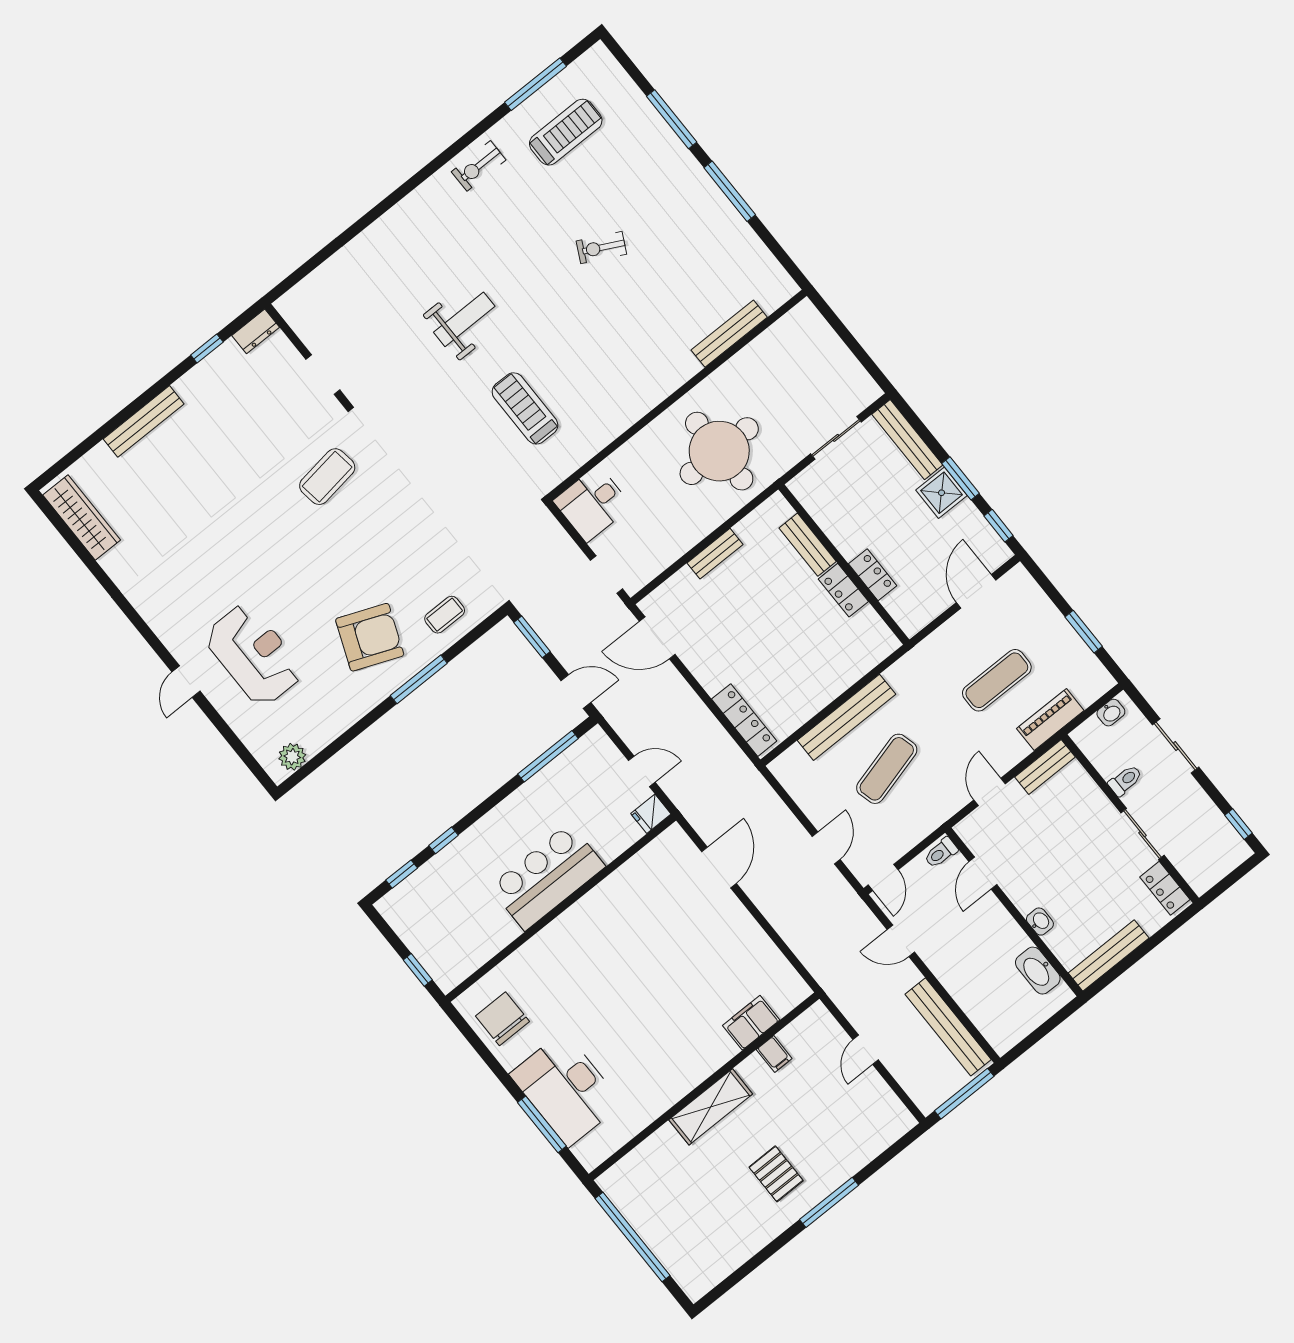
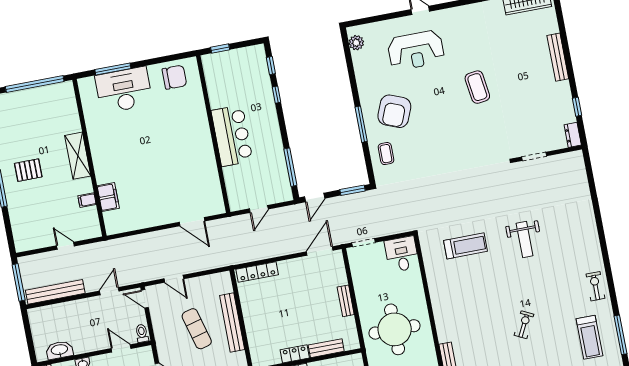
coffee table: (327, 477) -> (477, 87), moved
fridge: (651, 814) -> (236, 202), removed

